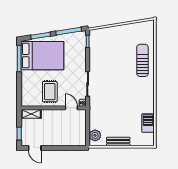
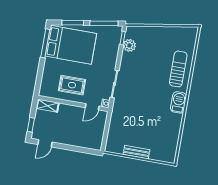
rug: (50, 92) -> (72, 85), turned 90
door: (71, 108) -> (92, 107), swing flipped
barbecue: (148, 123) -> (178, 102), moved
plant: (95, 135) -> (129, 45), moved
door: (35, 148) -> (45, 143), hinge flipped

